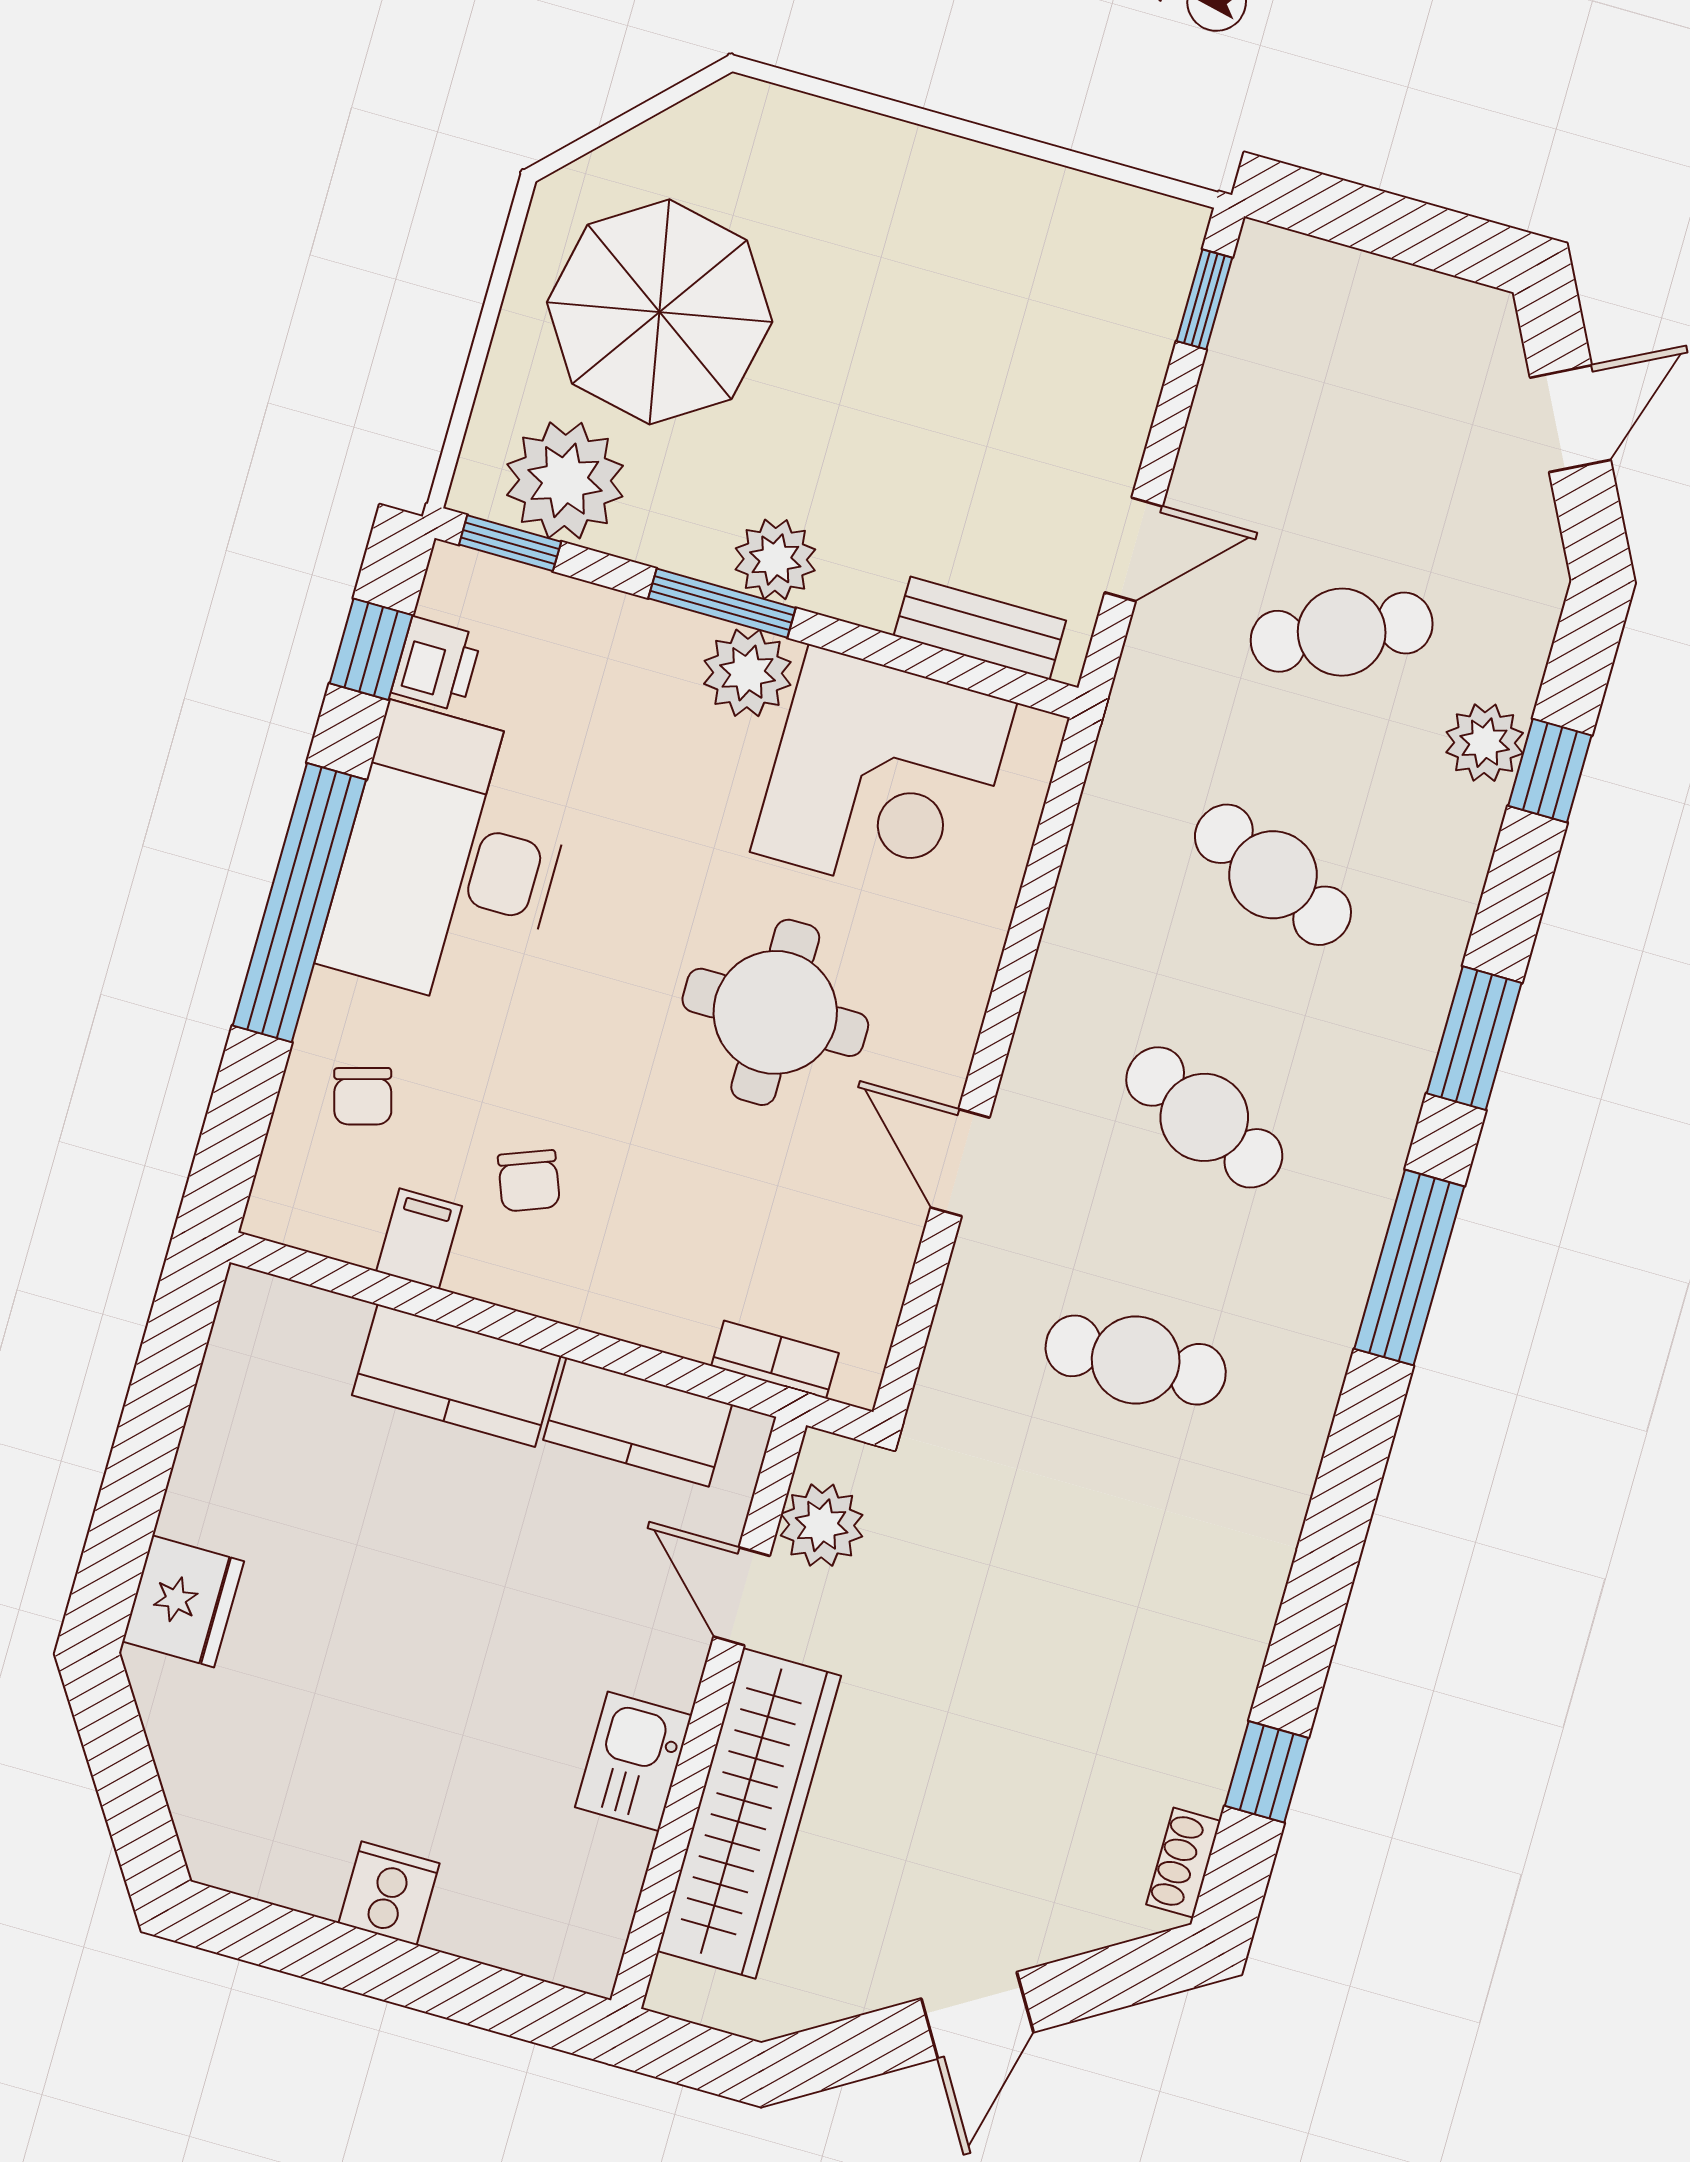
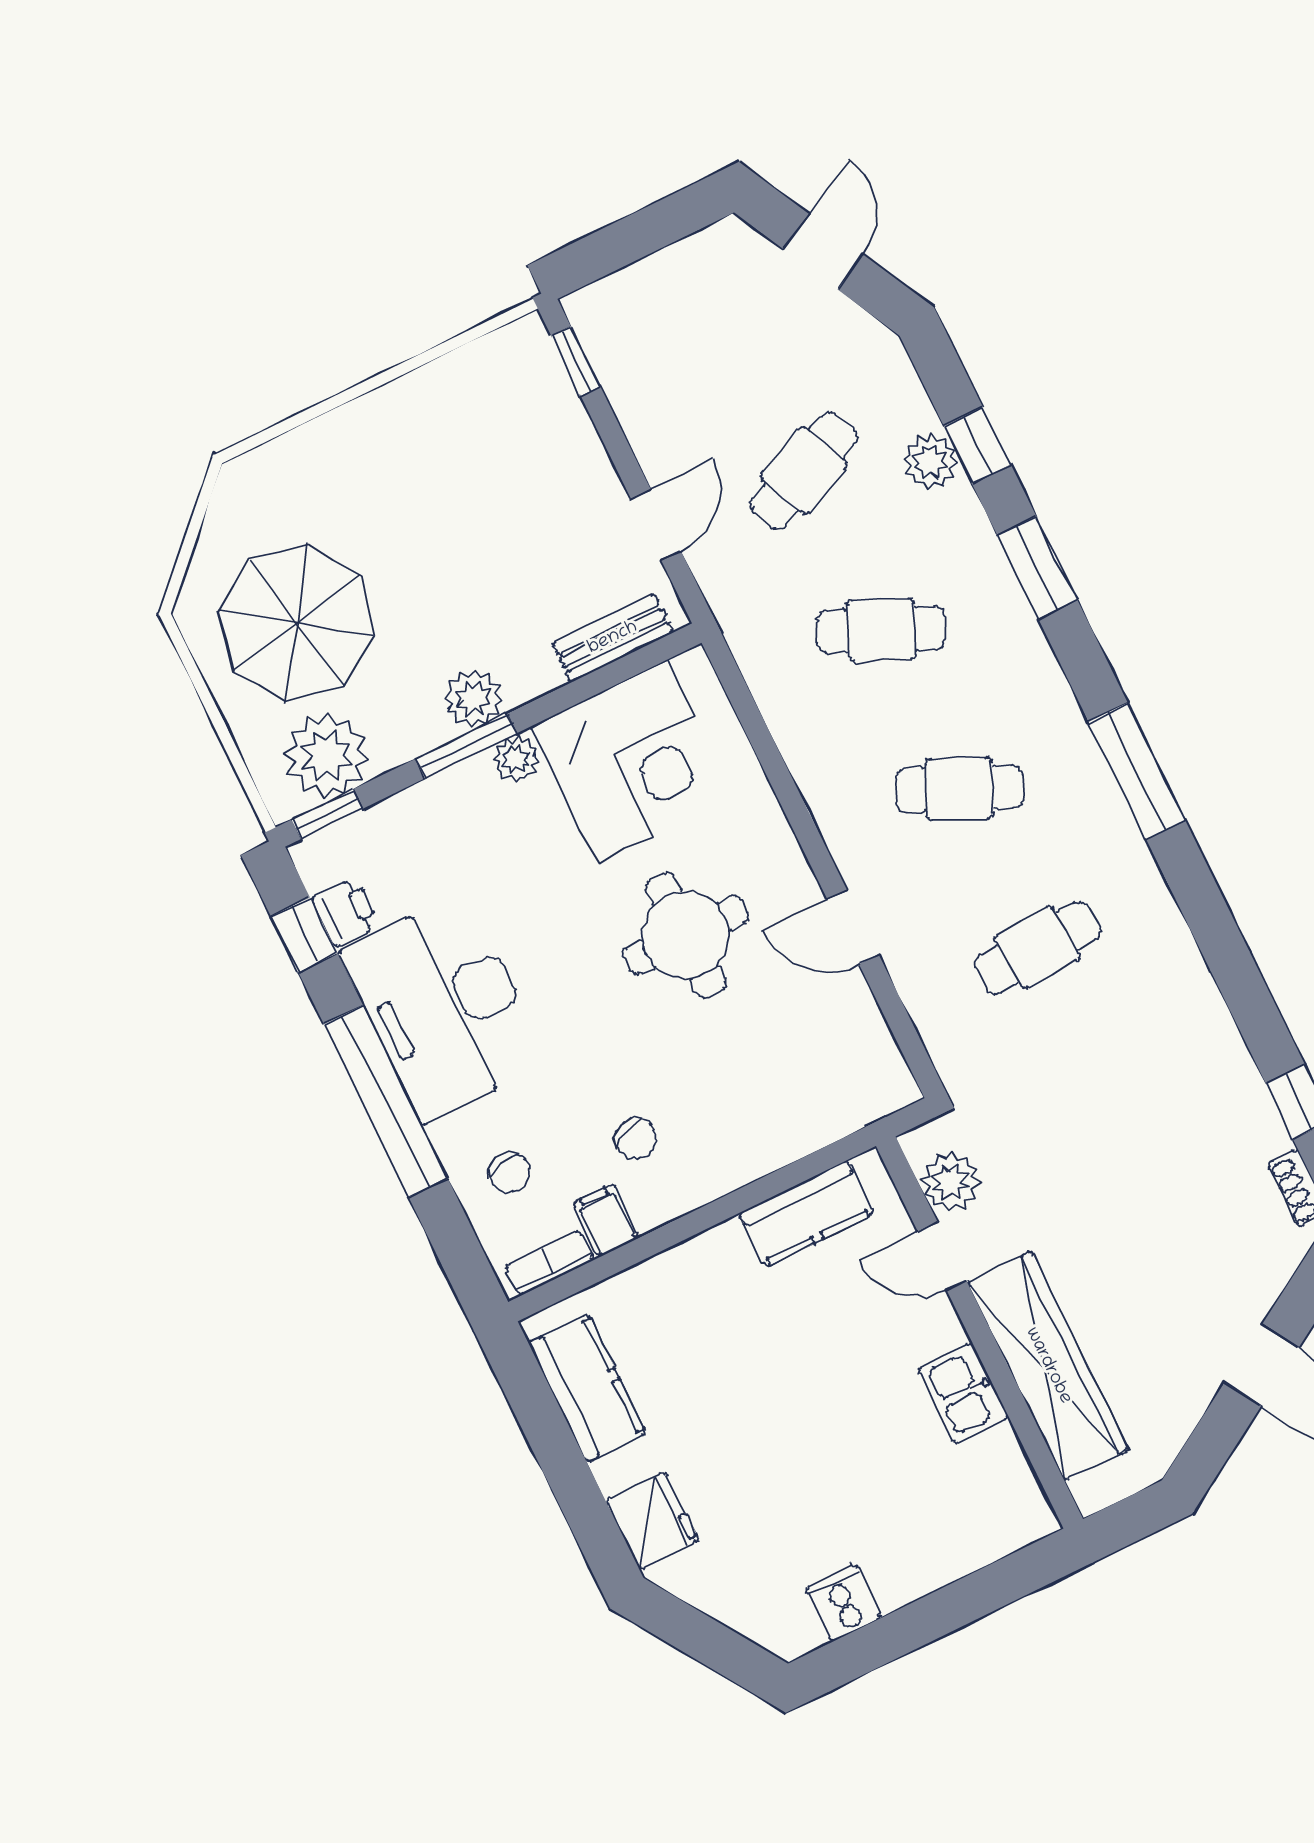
plant: (747, 673) -> (516, 759), width x0.73, depth x0.73
window: (1474, 1038) -> (1037, 568), moved
bookcase: (775, 1360) -> (550, 1263), moved
kitchen counter: (456, 1375) -> (587, 1388), moved, turned -90
cooker: (389, 1893) -> (844, 1603), moved

